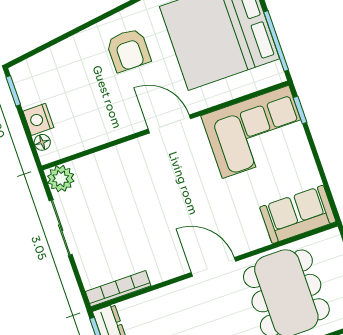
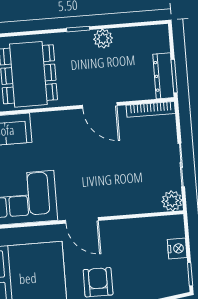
floor lamp: (42, 142) -> (179, 231), removed
door: (213, 267) -> (100, 105), moved

